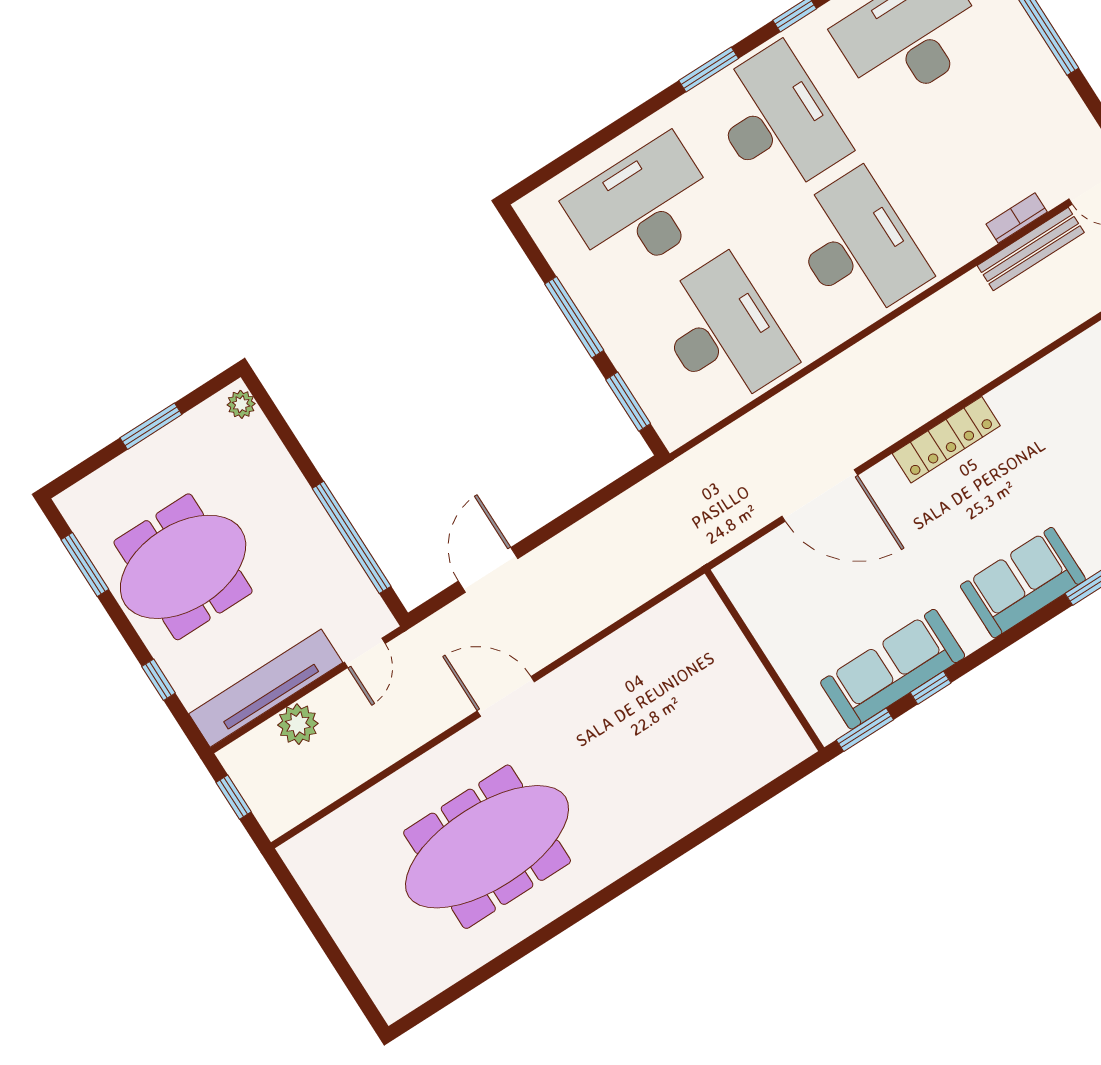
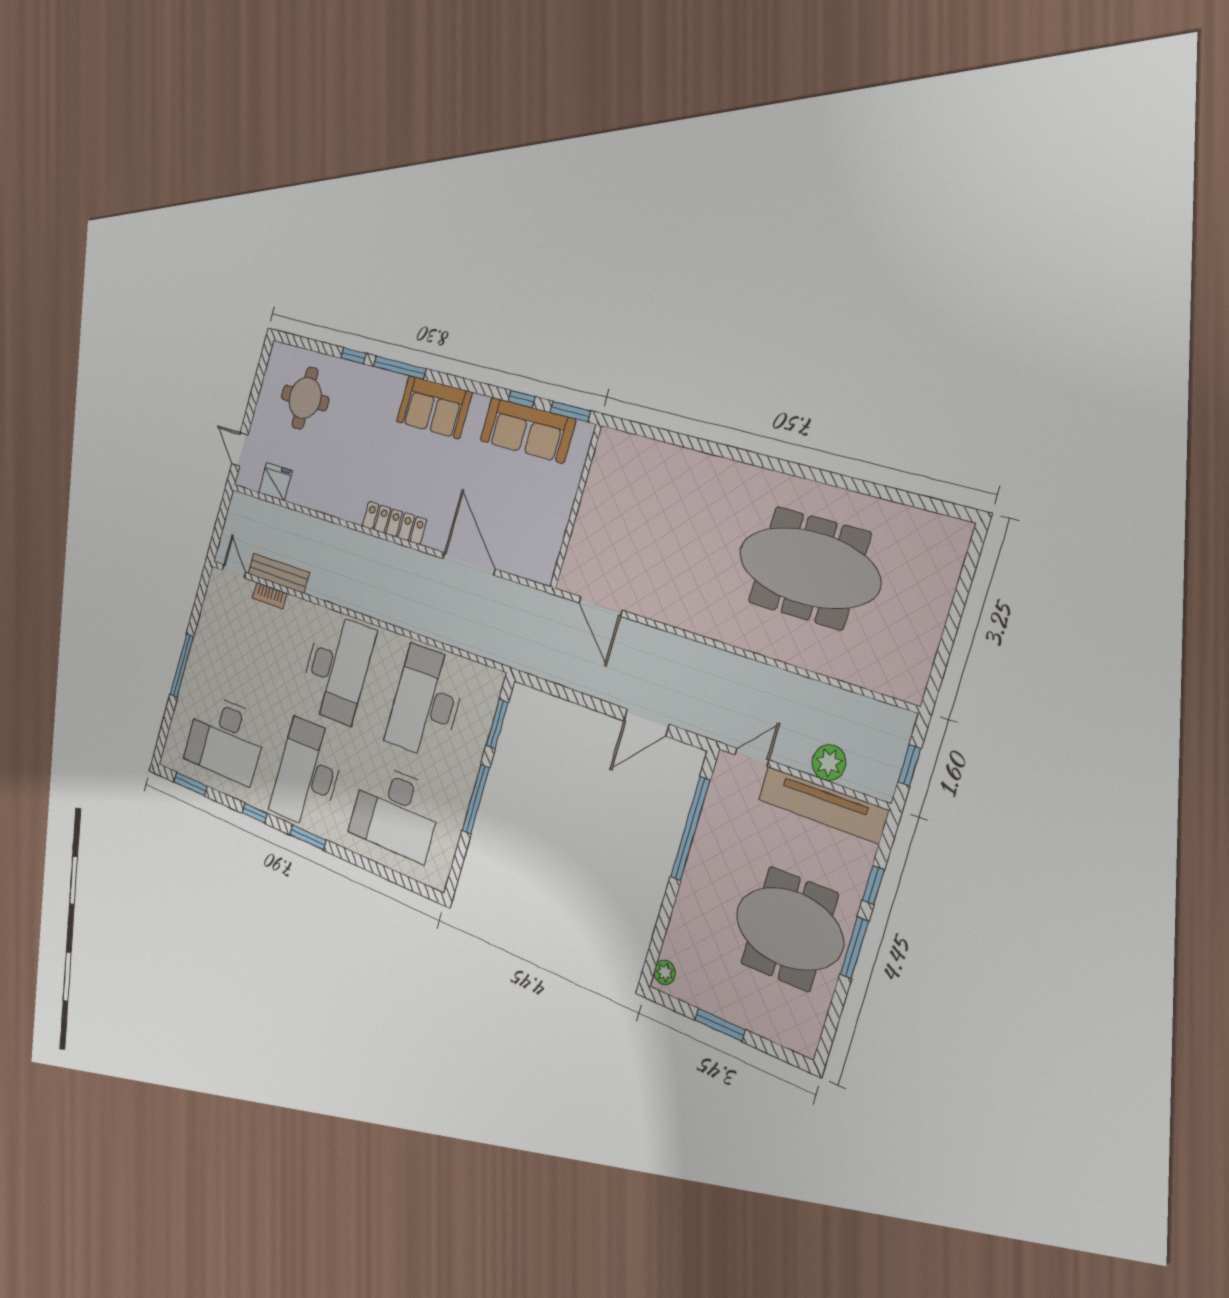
desk: (857, 247) -> (337, 668), turned 180
window: (85, 565) -> (854, 948), moved
door: (506, 696) -> (601, 606), moved

